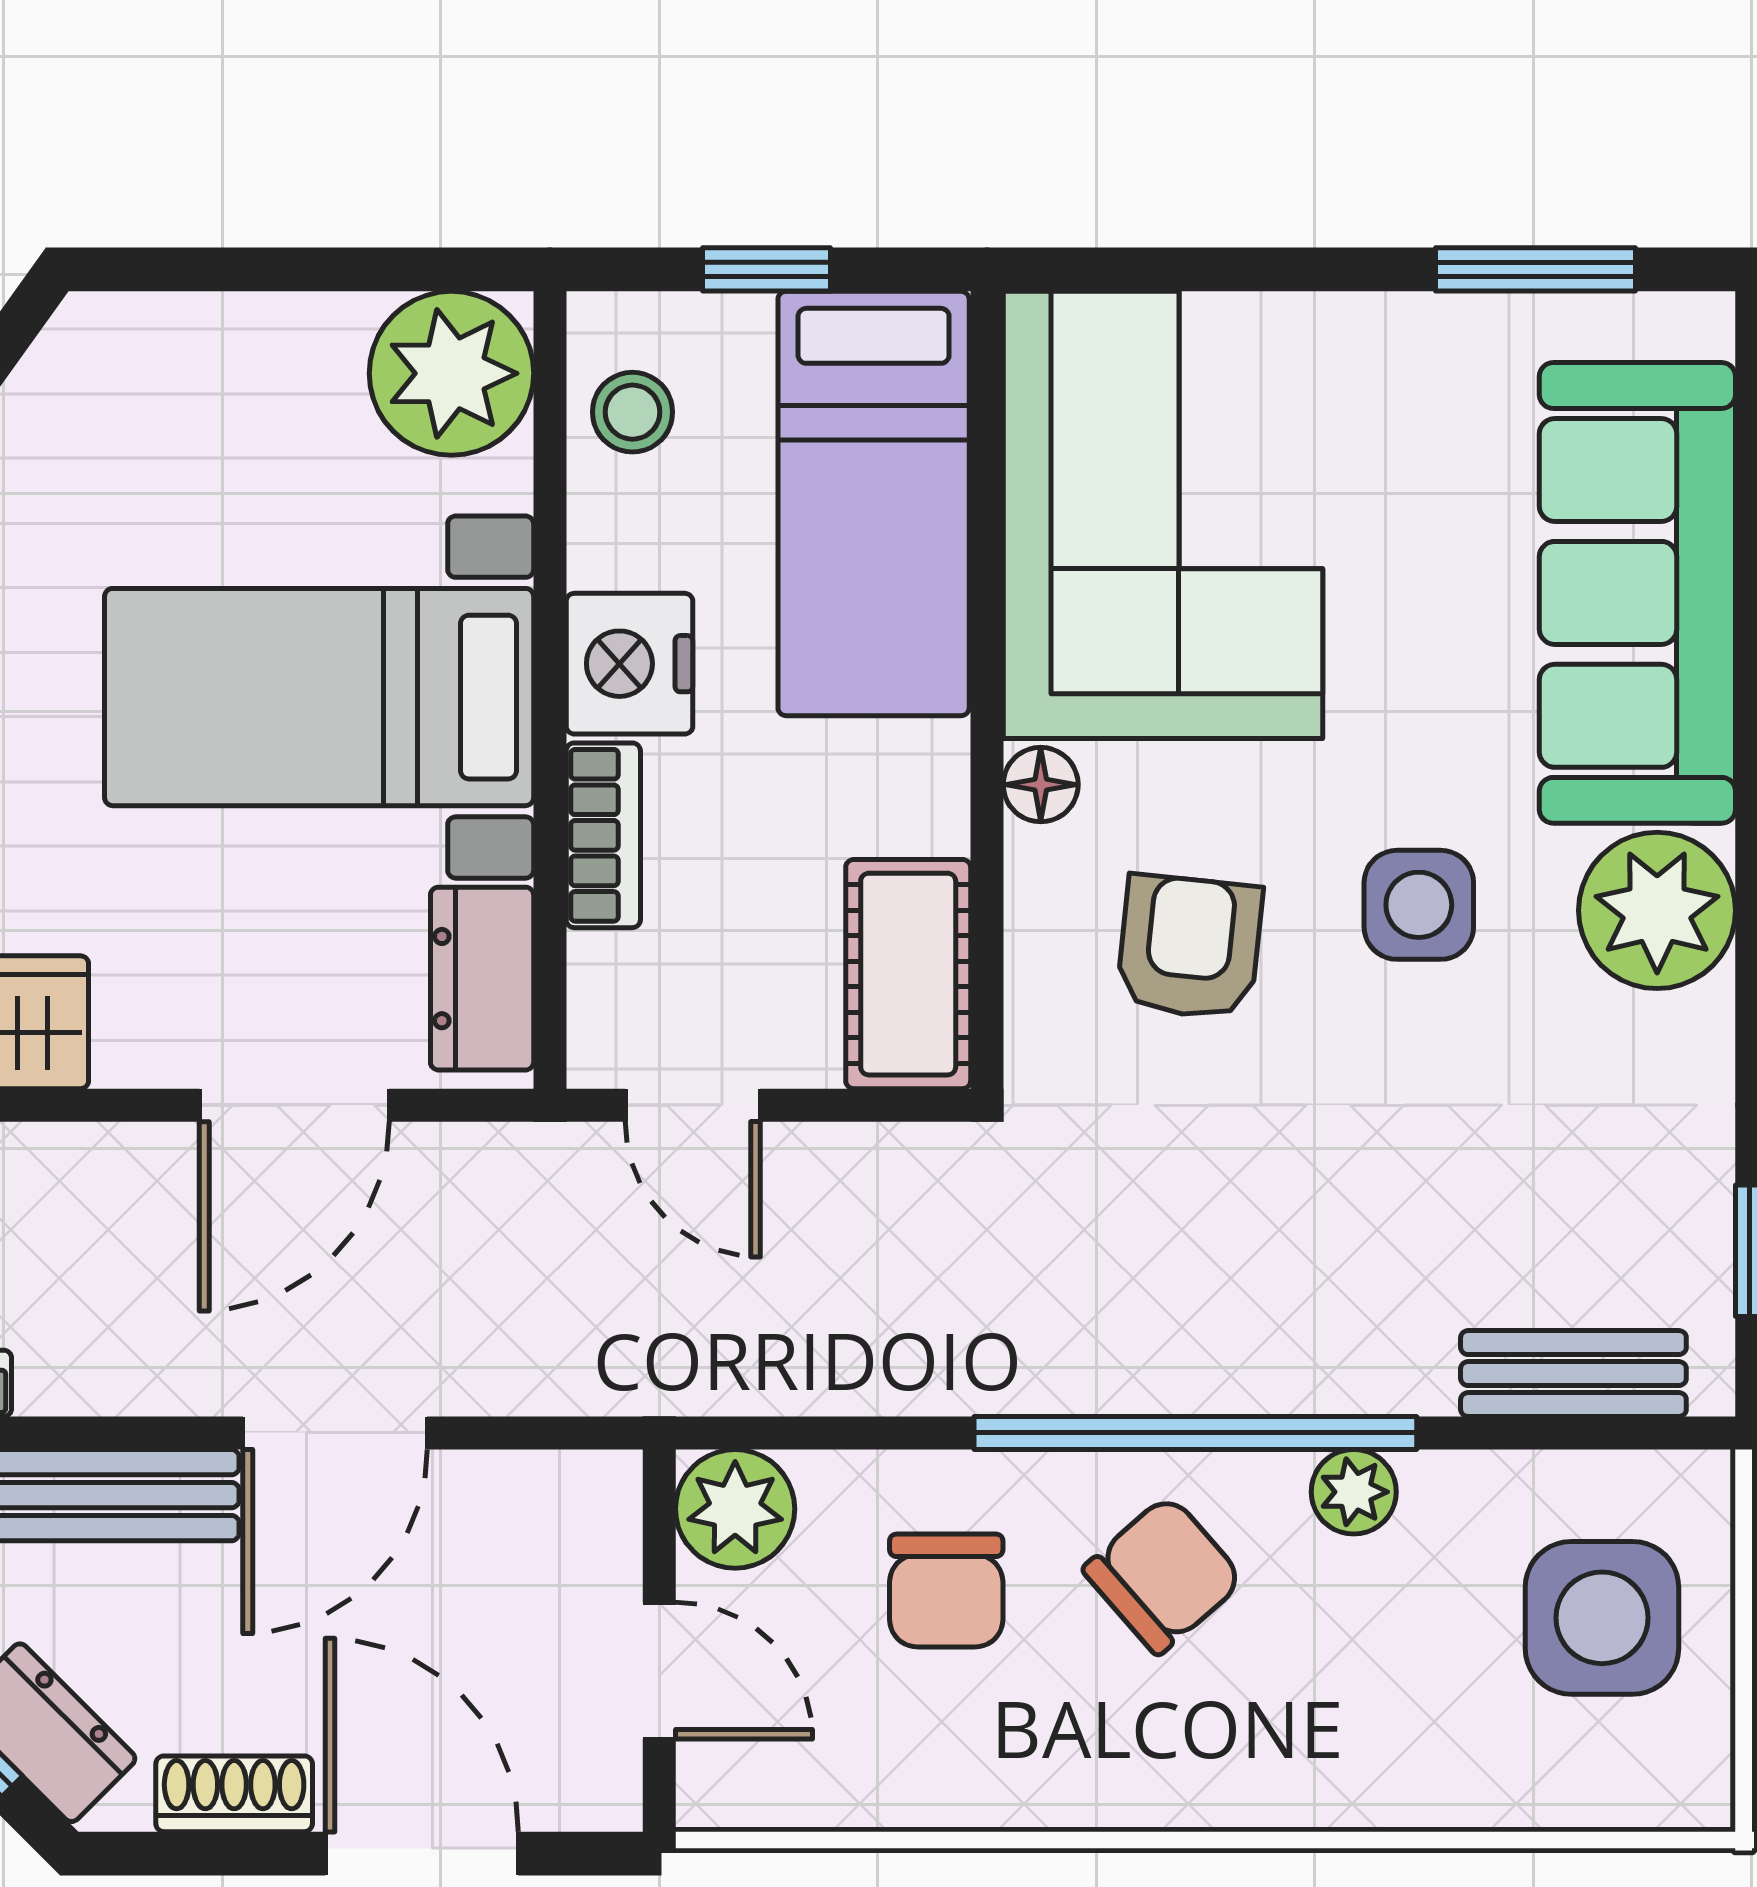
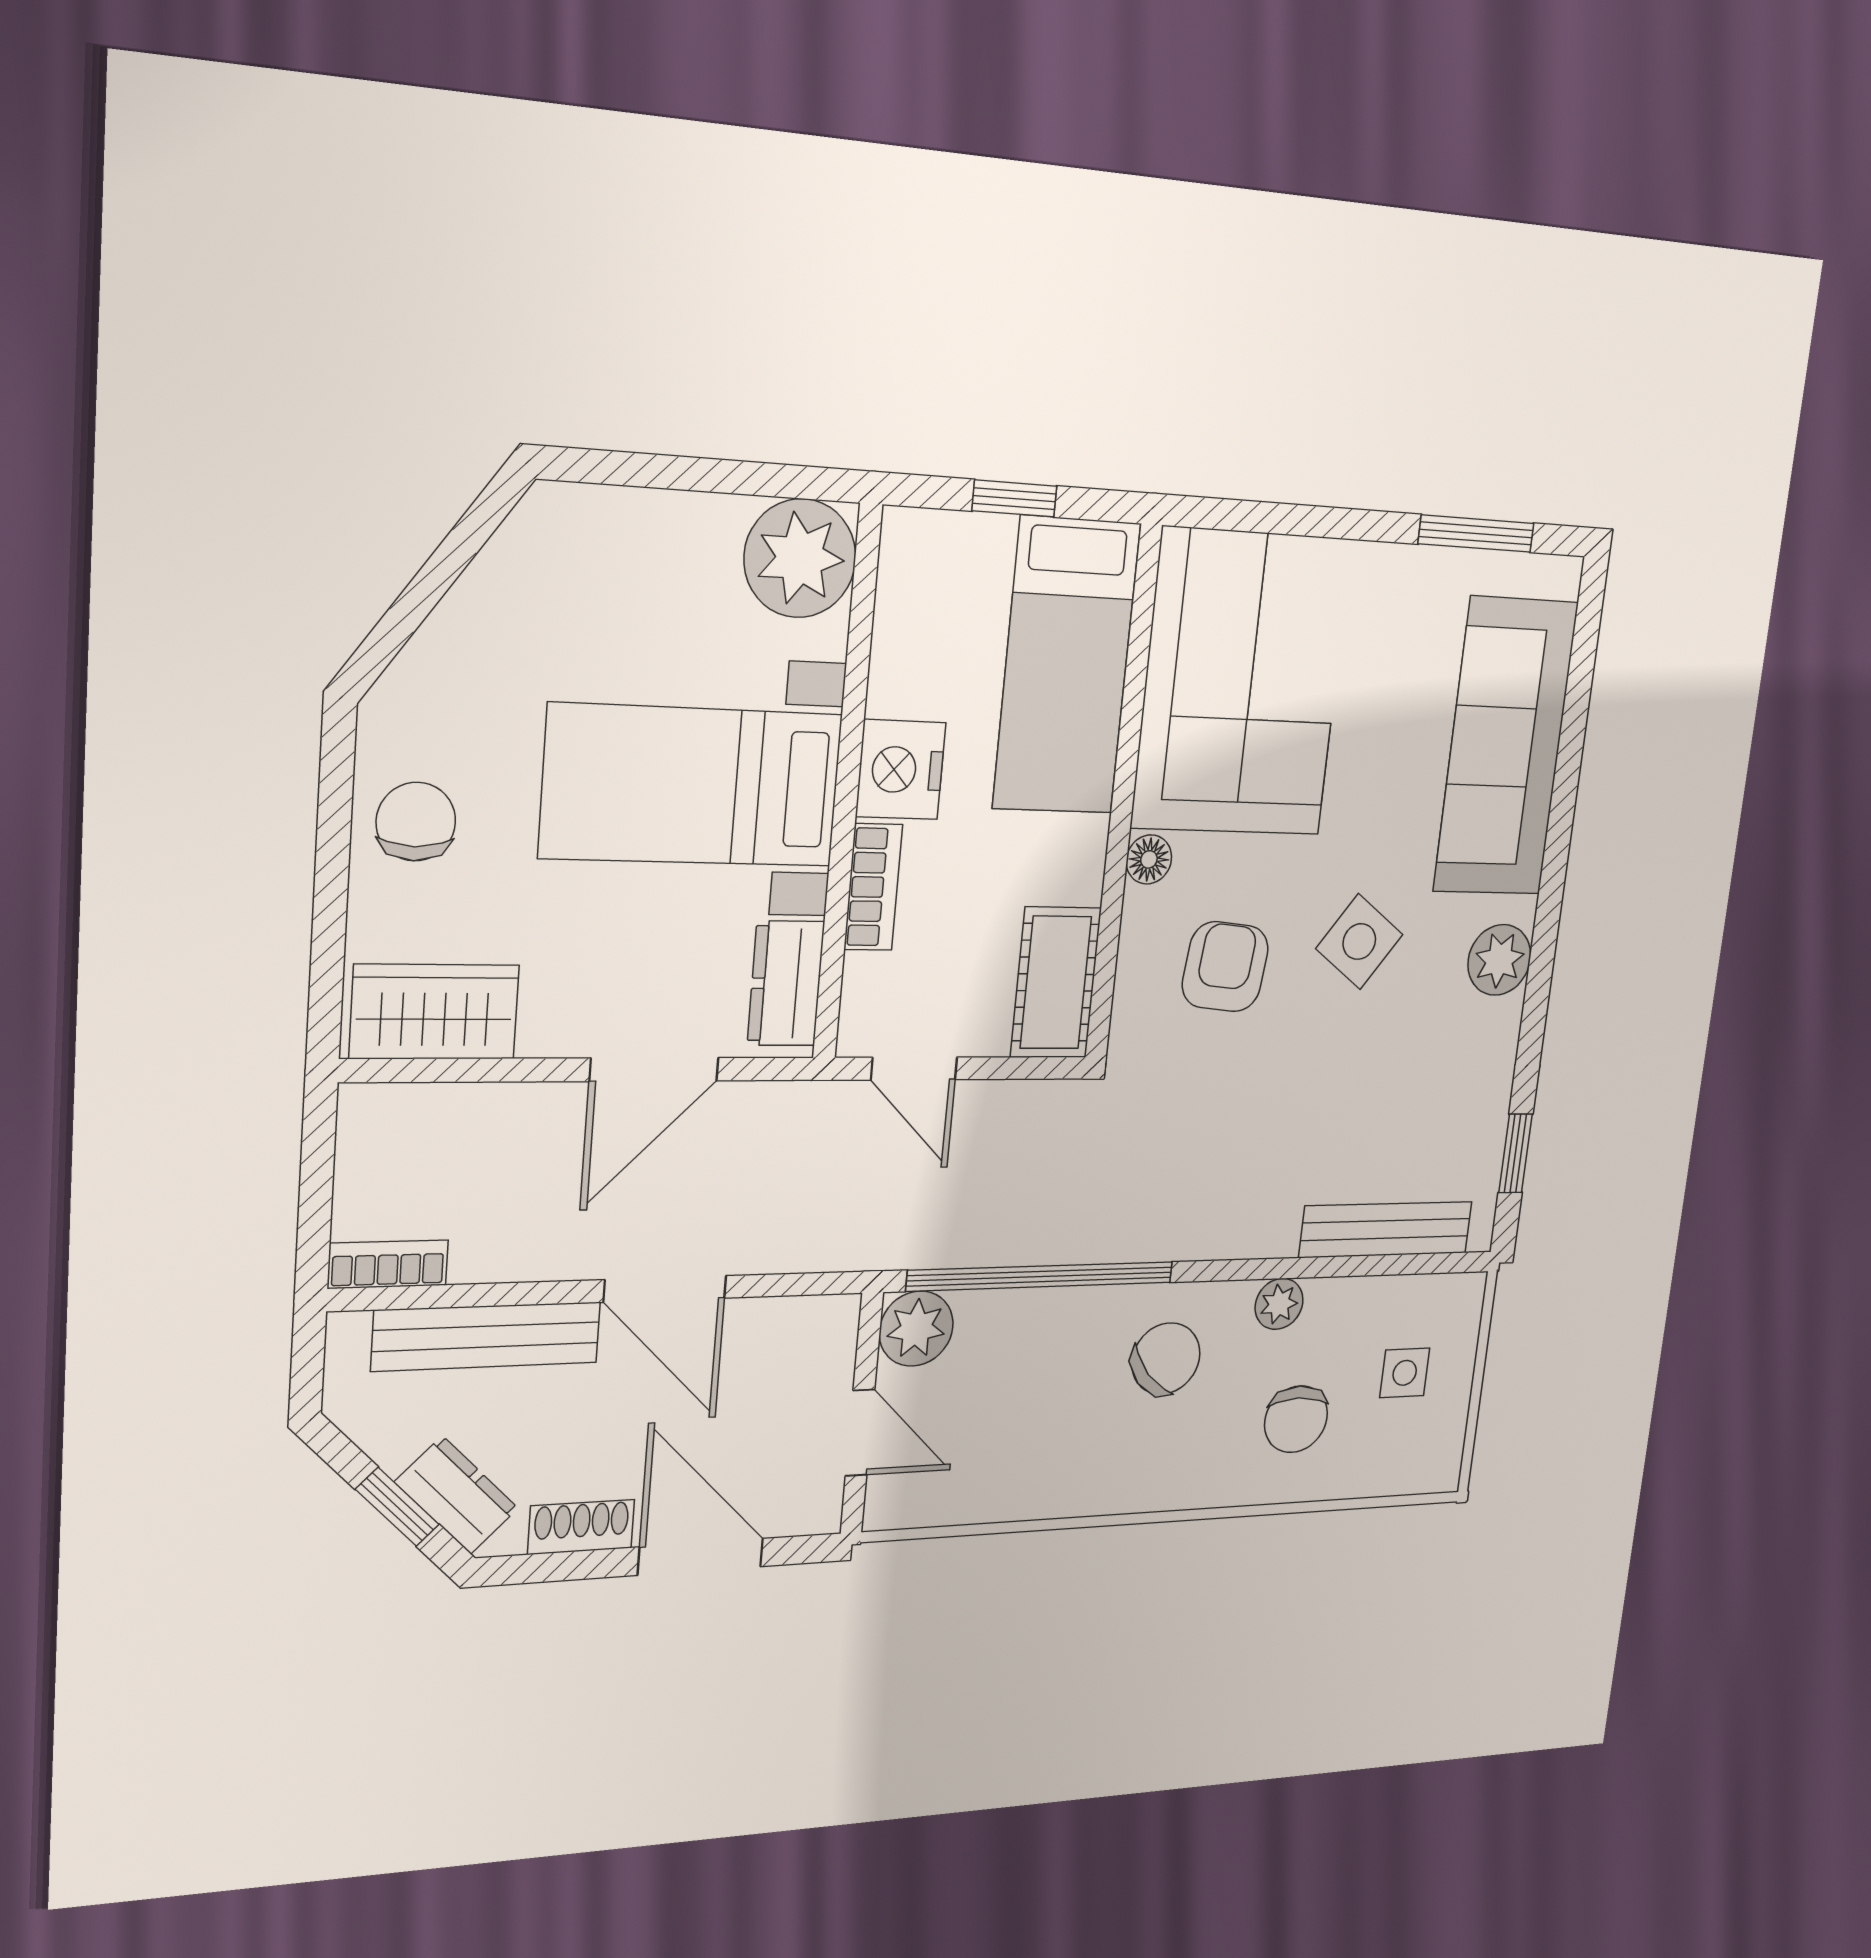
stool: (632, 412) -> (918, 594), removed
side table: (1419, 905) -> (1359, 941), turned 36
plant: (1657, 910) -> (1499, 960), width x0.73, depth x0.73
bench: (1573, 1374) -> (1386, 1230), width x1.36
door: (335, 1433) -> (665, 1289), hinge flipped
window: (1195, 1433) -> (1041, 1276), moved
chair: (946, 1591) -> (1296, 1419), moved
side table: (1602, 1618) -> (1405, 1373), width x0.54, depth x0.54

